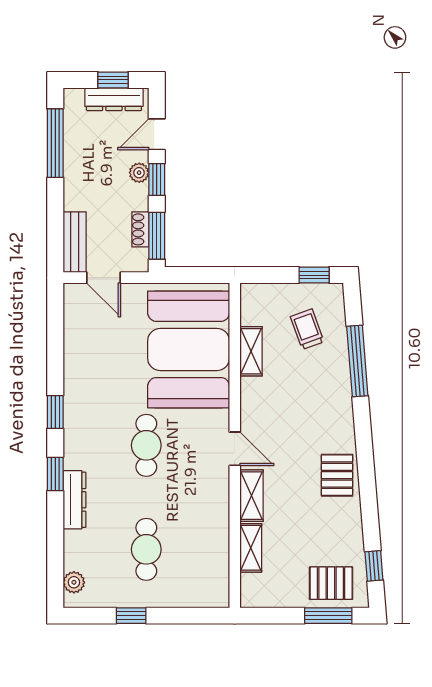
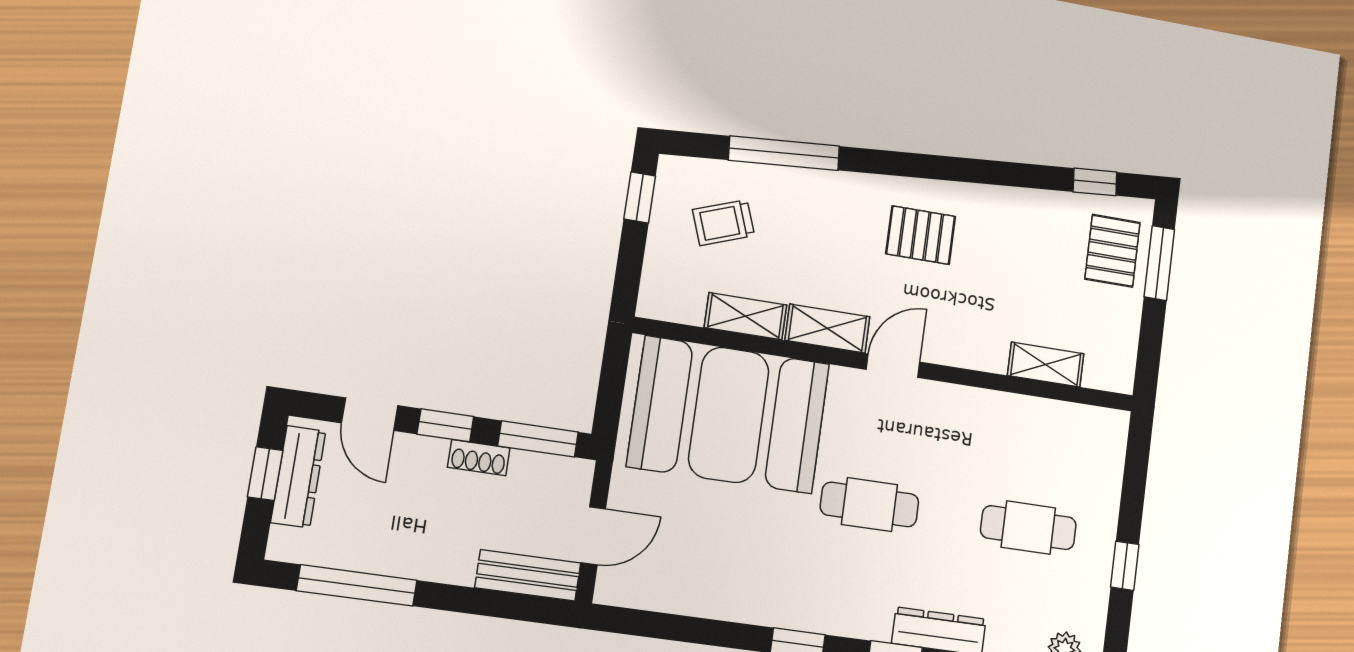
plant: (139, 173) -> (429, 453), removed
shoe rack: (140, 229) -> (479, 458), moved
pallet: (337, 475) -> (921, 235), moved
shelving: (252, 496) -> (828, 328), moved

